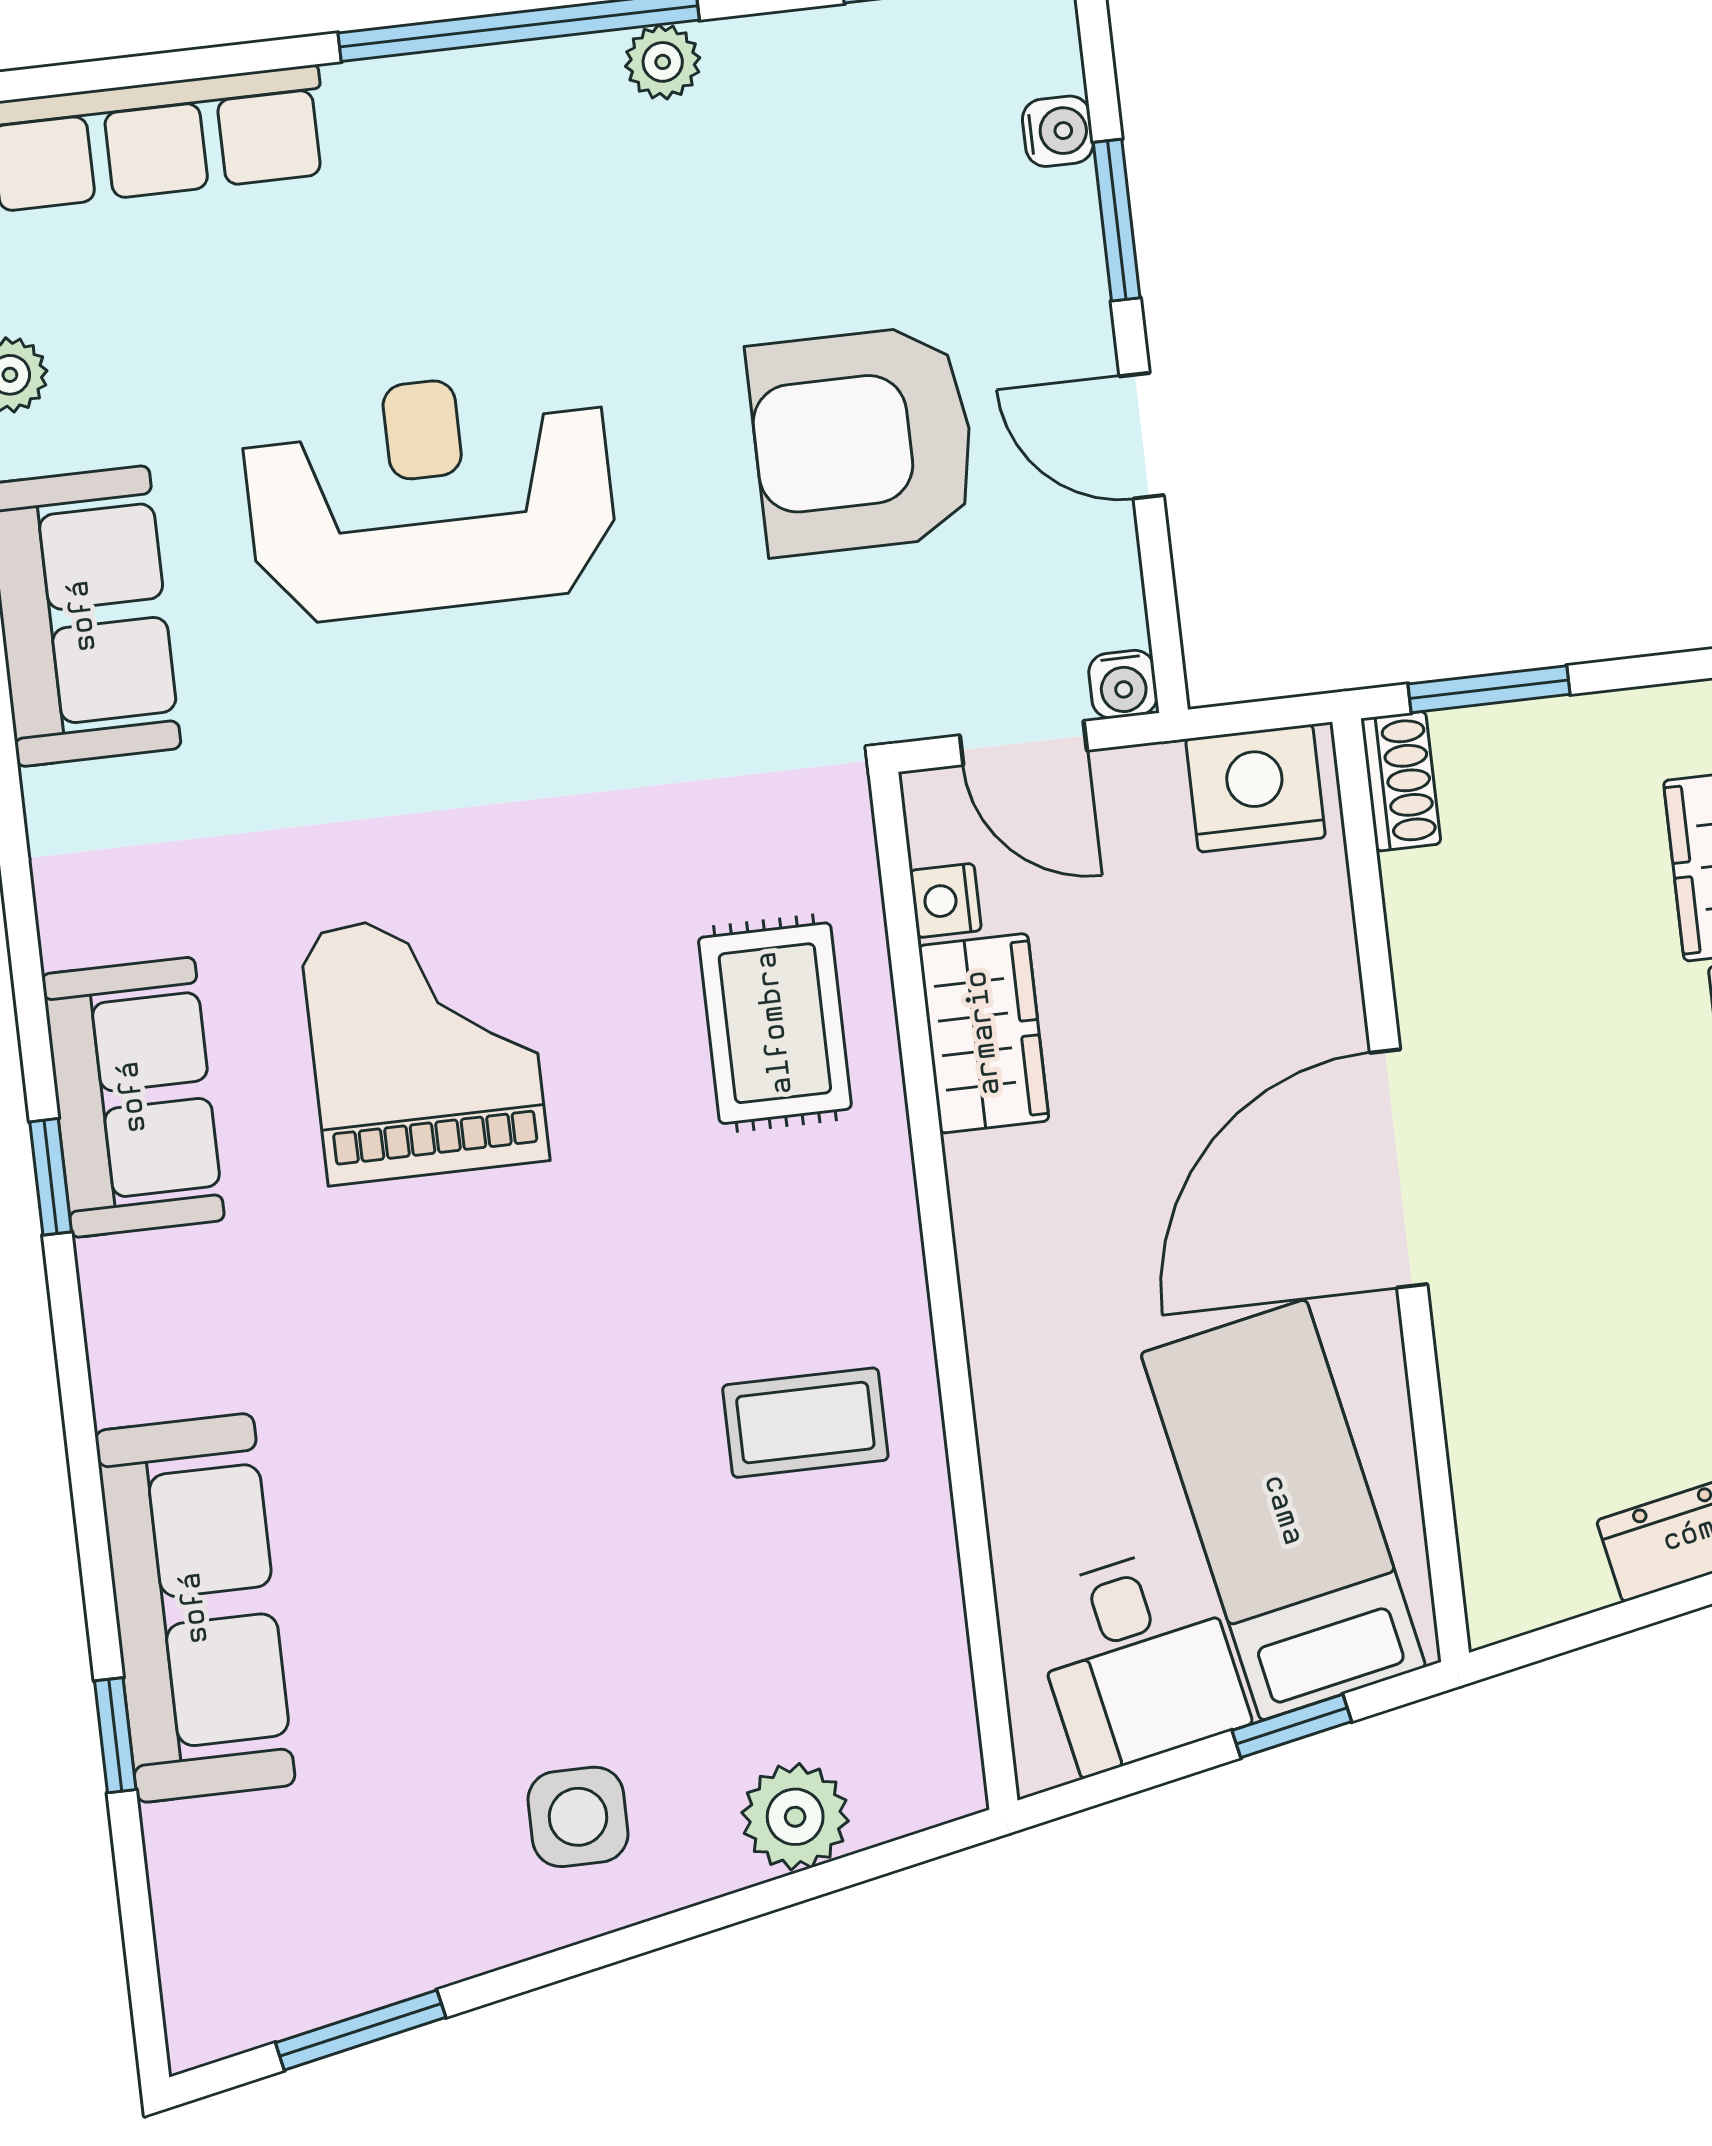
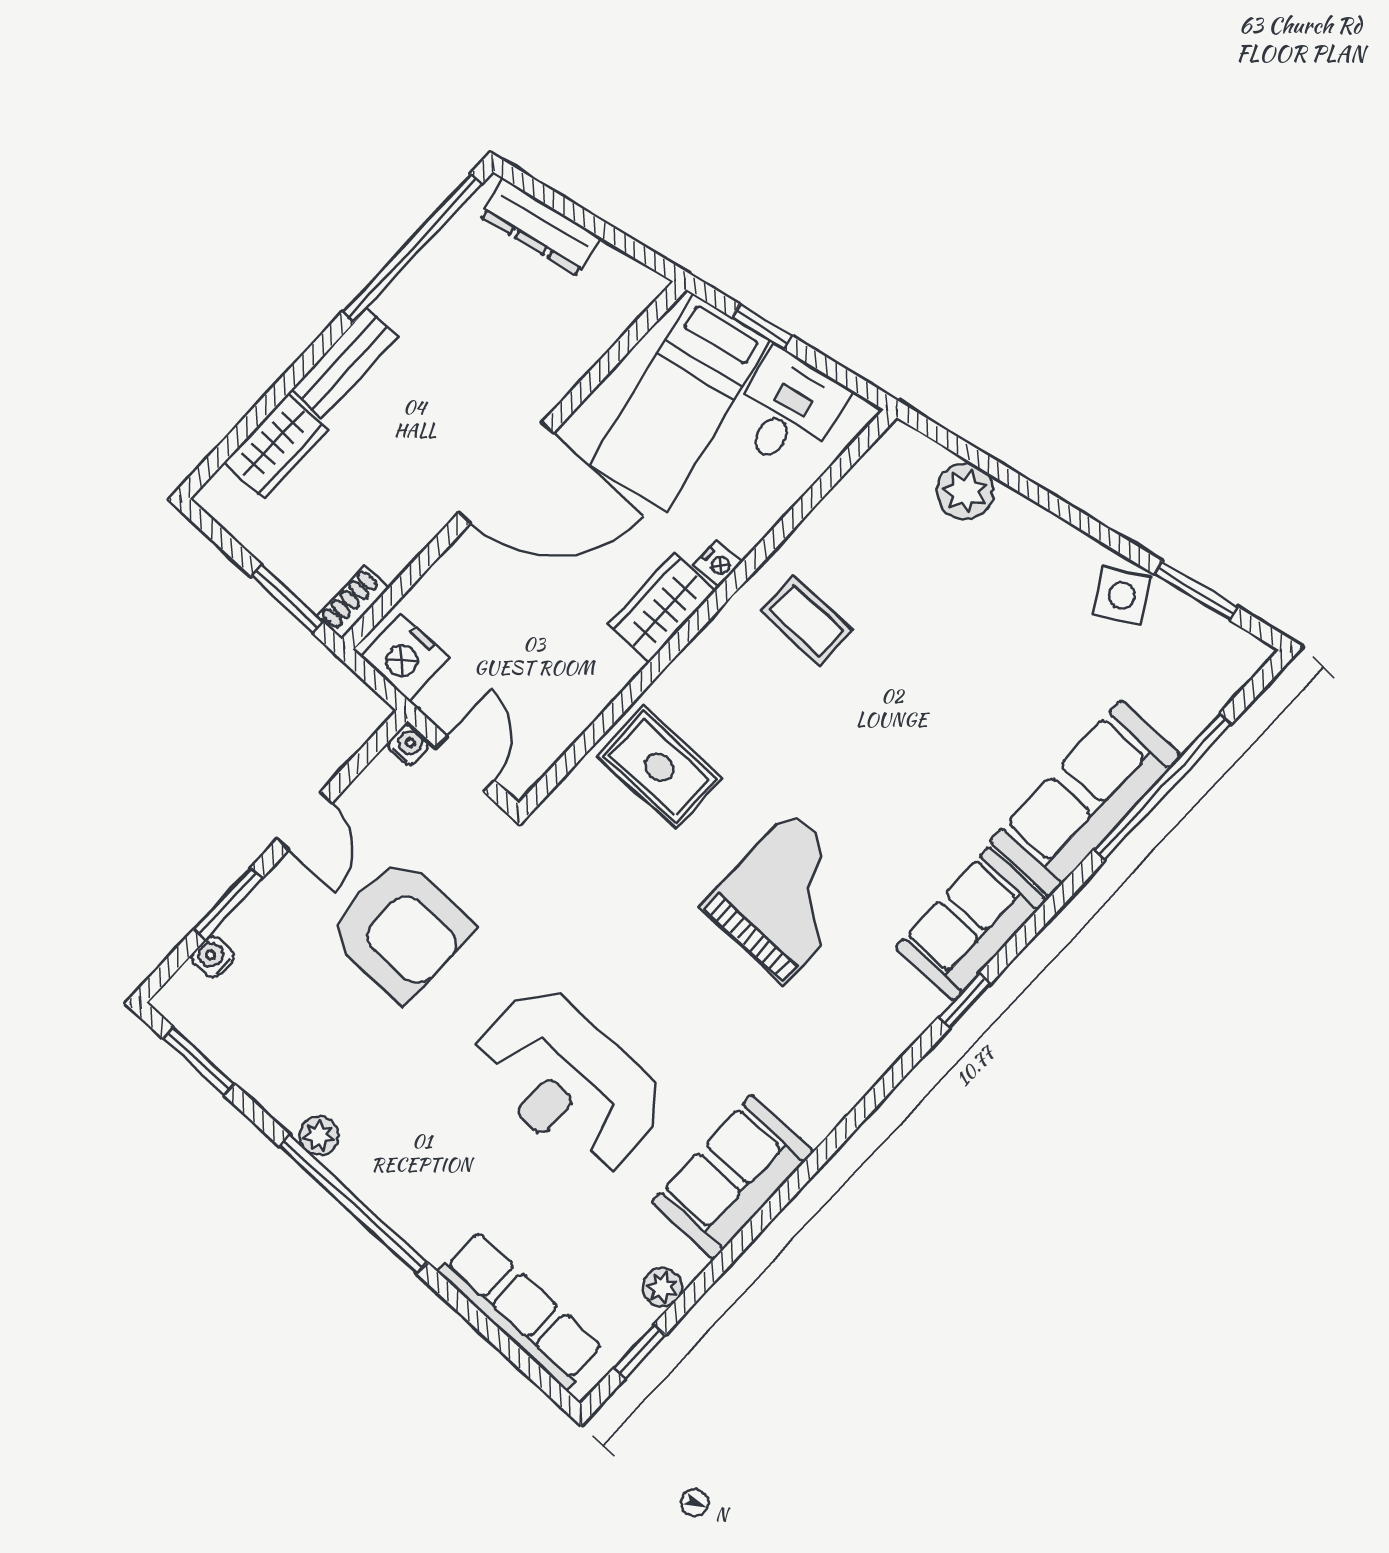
nightstand: (946, 901) -> (718, 564), moved
rug: (775, 1023) -> (660, 767), turned 90
wardrobe: (984, 1033) -> (662, 607), moved
grand piano: (425, 1046) -> (787, 898), turned 180
sofa: (133, 1097) -> (971, 924), moved
window: (115, 1735) -> (1162, 787), width x3.17
side table: (578, 1817) -> (1122, 596), moved, turned -30

